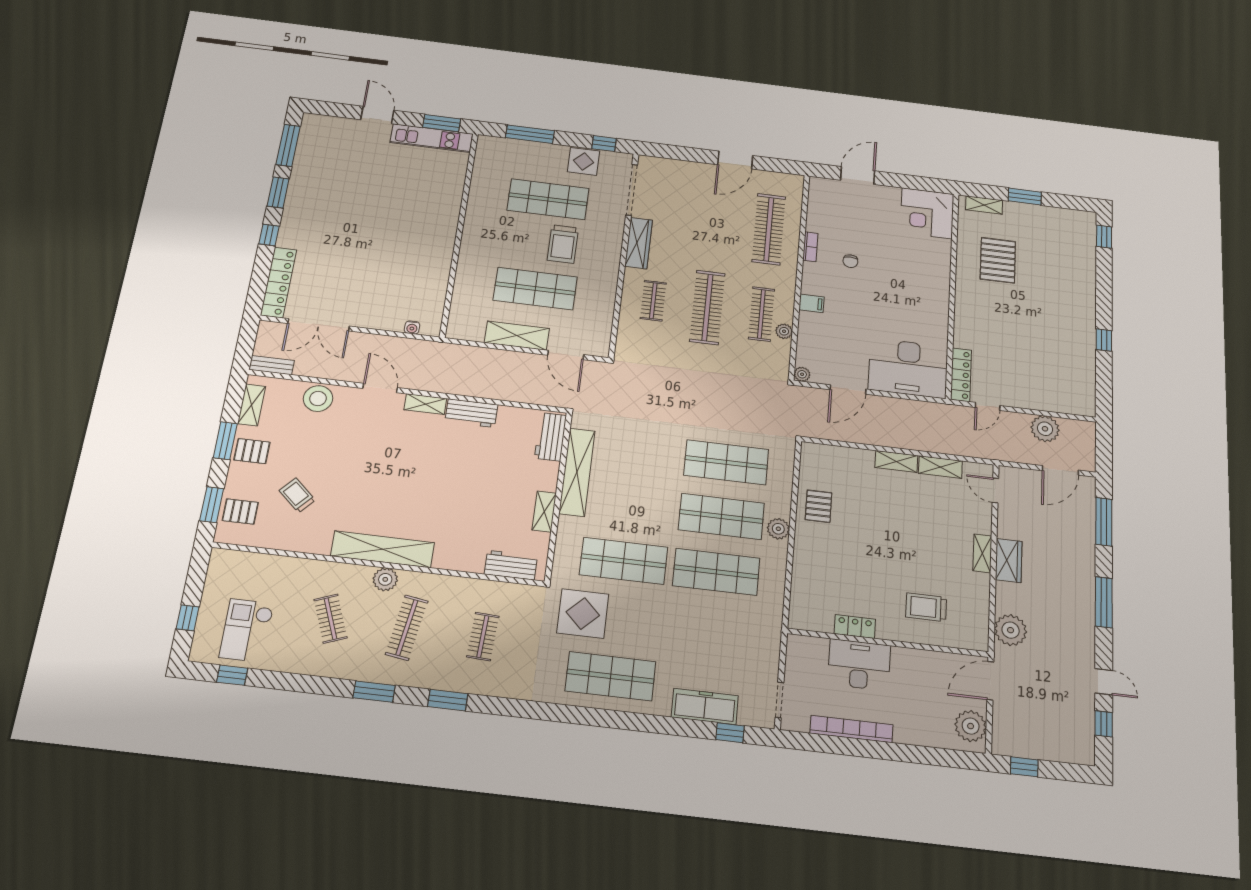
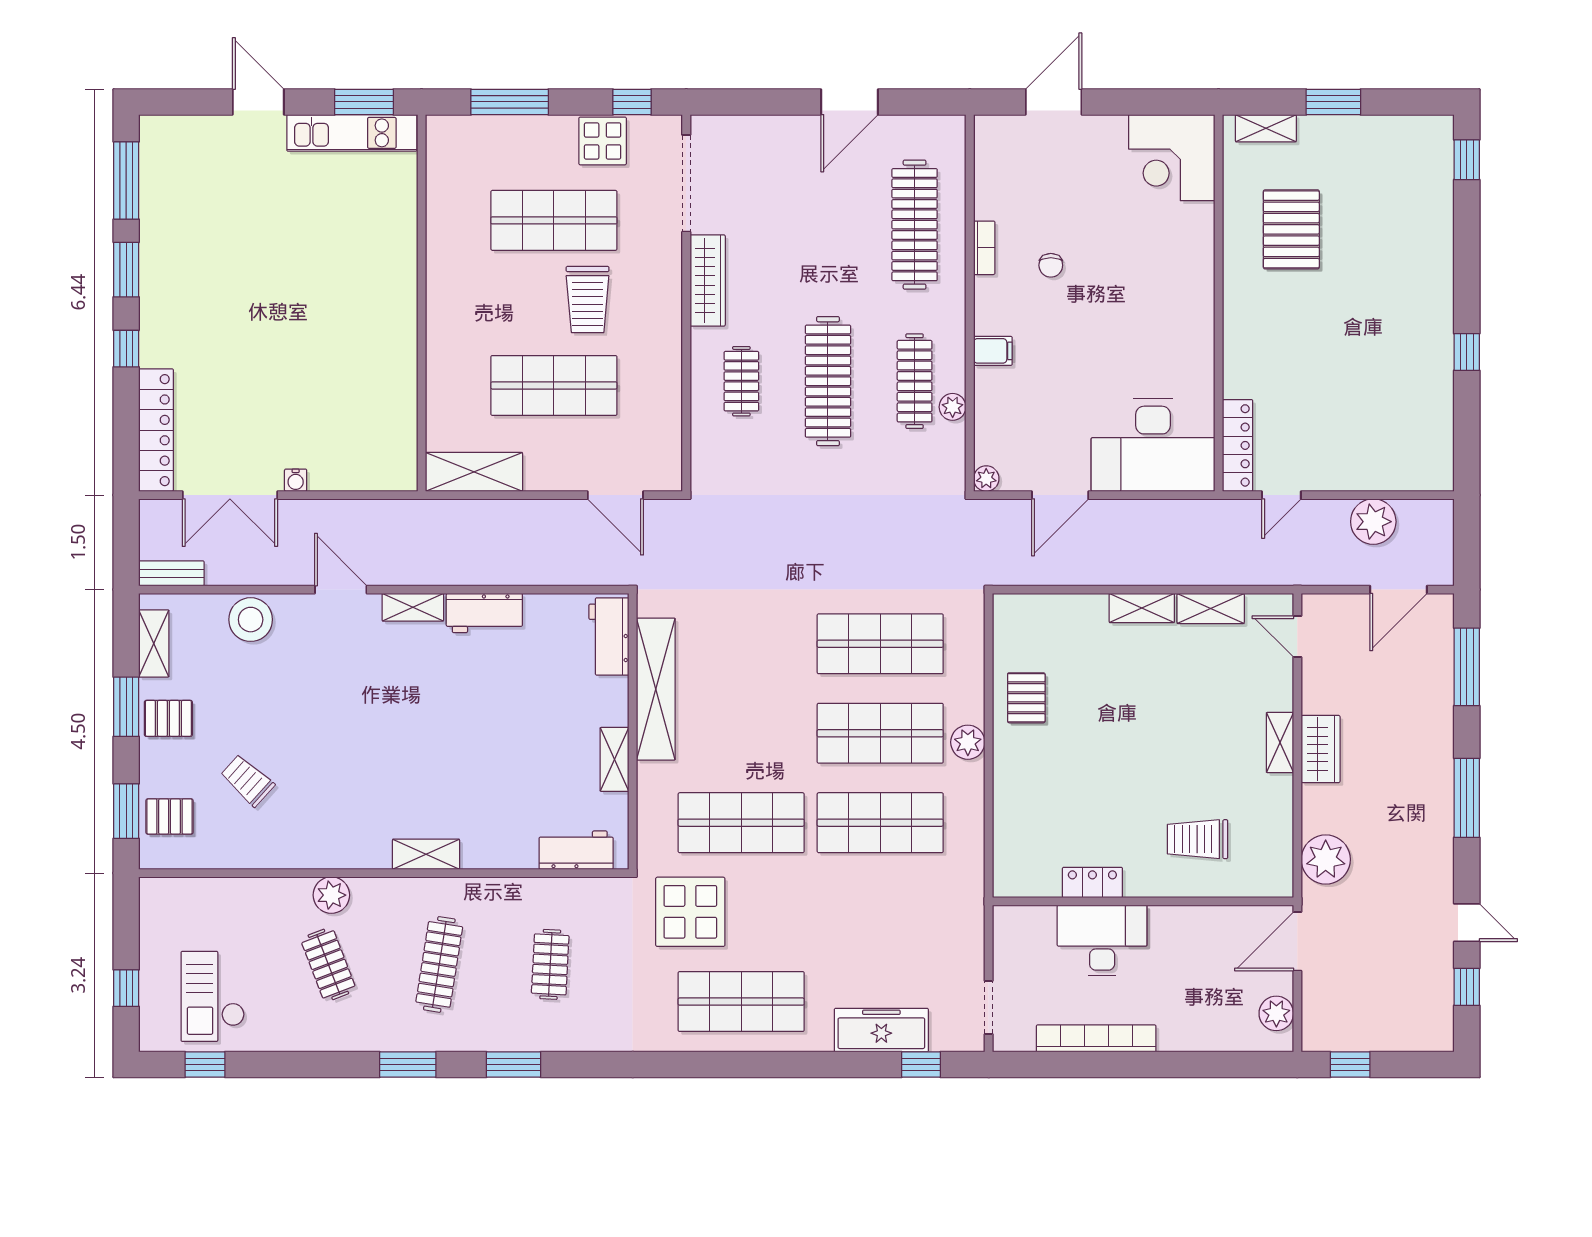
water cooler: (412, 328) -> (296, 480), moved
shelving: (517, 336) -> (474, 472), moved
shelving: (383, 549) -> (426, 854), width x0.45, depth x0.75
plant: (385, 579) -> (331, 895), moved
plant: (971, 726) -> (1276, 1013), width x0.73, depth x0.73

